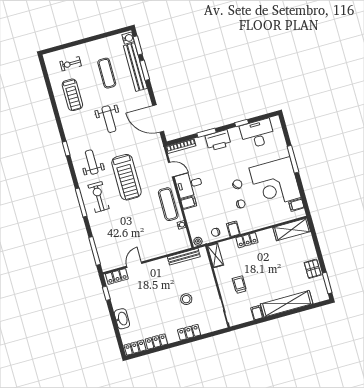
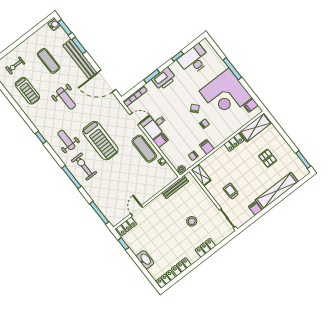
bench: (135, 67) -> (80, 59), moved
locker: (247, 240) -> (234, 142), moved
pallet: (313, 269) -> (268, 158), moved

